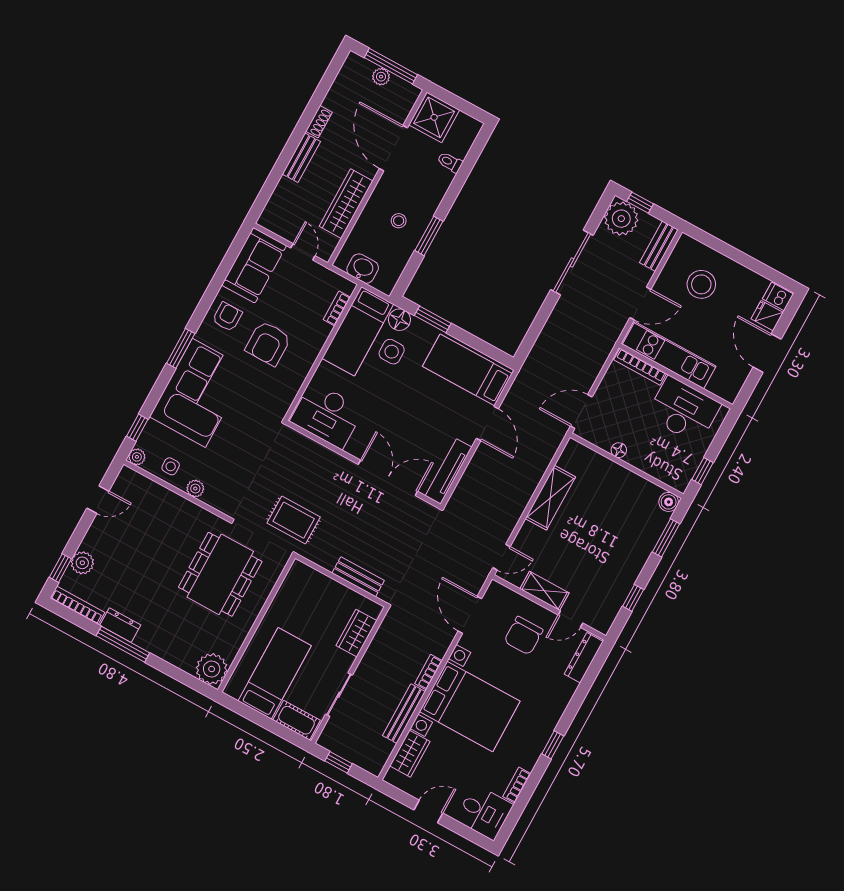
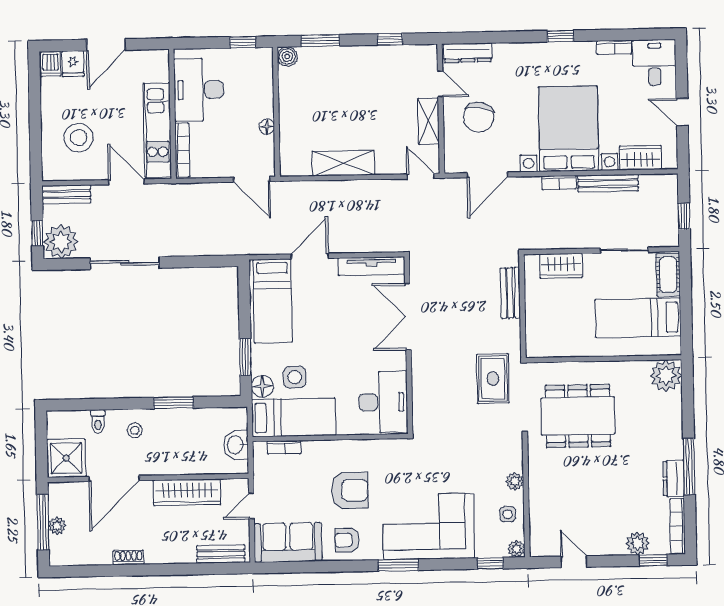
bench: (301, 158) -> (221, 554), moved
stool: (399, 221) -> (135, 430), moved
chair: (523, 636) -> (479, 117), turned 99

